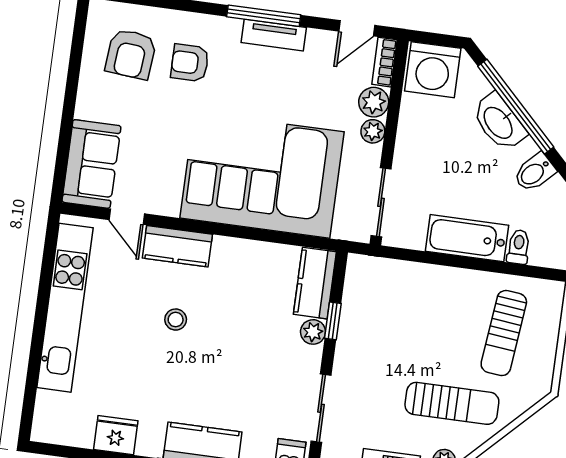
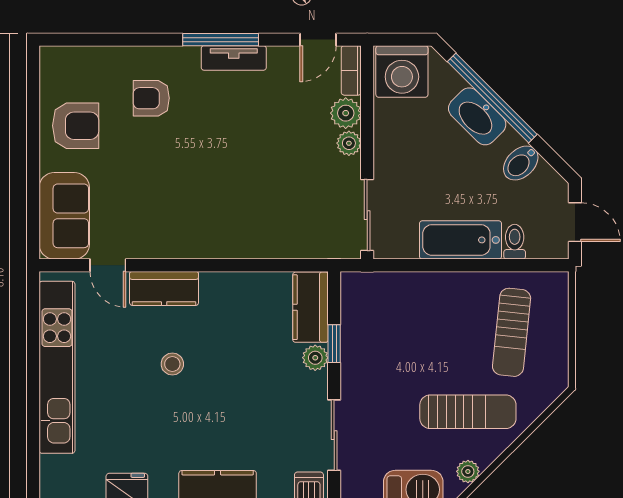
armchair: (131, 54) -> (76, 126), moved, turned -95
corner sofa: (262, 175) -> (241, 203), removed

